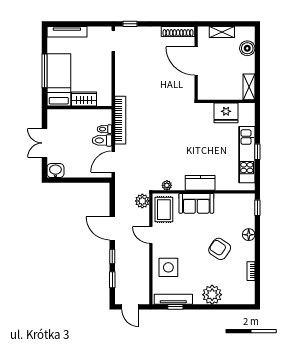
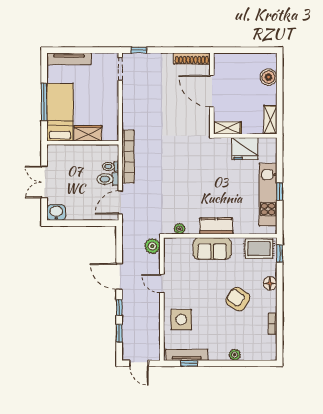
shelving: (222, 32) -> (227, 128), moved
rug: (164, 210) -> (259, 249), moved, turned 90
plant: (212, 295) -> (235, 355), width x0.53, depth x0.53

